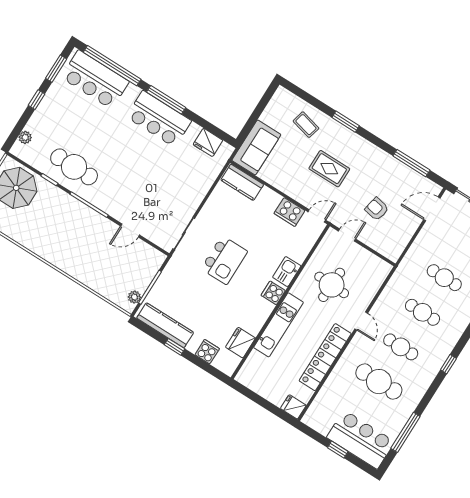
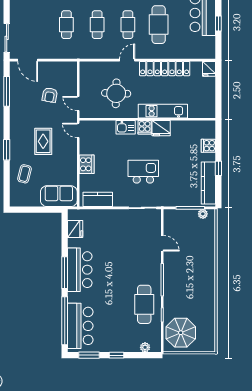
kitchen counter: (242, 182) -> (98, 199), moved, turned -90
cooker: (289, 212) -> (87, 164), moved
fridge: (240, 343) -> (161, 128), moved

